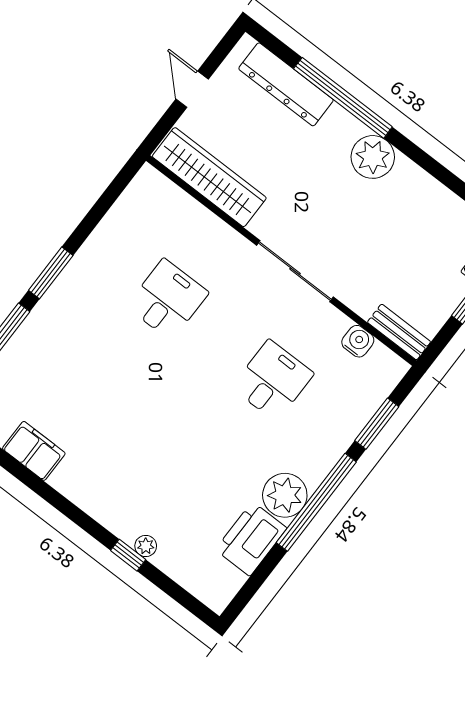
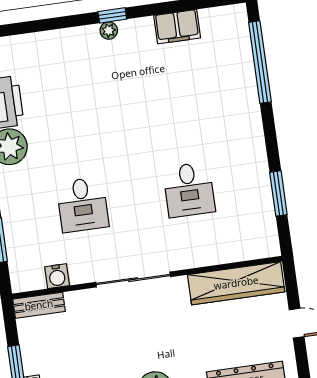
window: (51, 273) -> (278, 193), moved
plant: (146, 546) -> (109, 30), moved
window: (128, 555) -> (112, 15), moved

